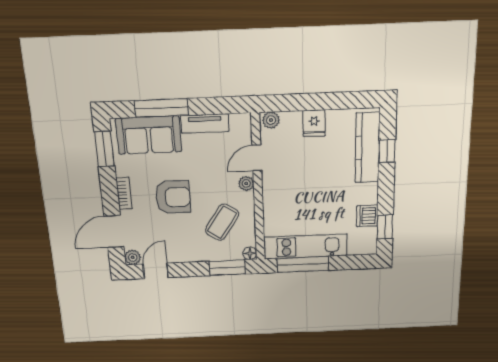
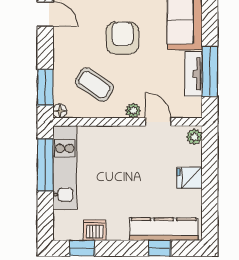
window: (161, 108) -> (210, 71), moved
armchair: (173, 197) -> (122, 38), turned 180

